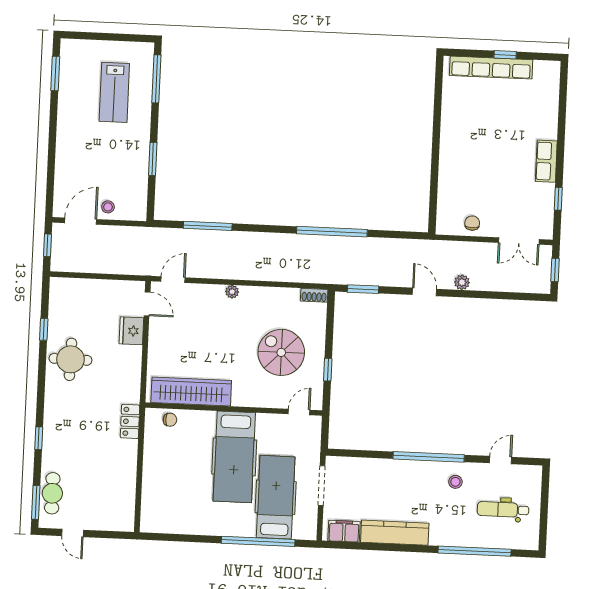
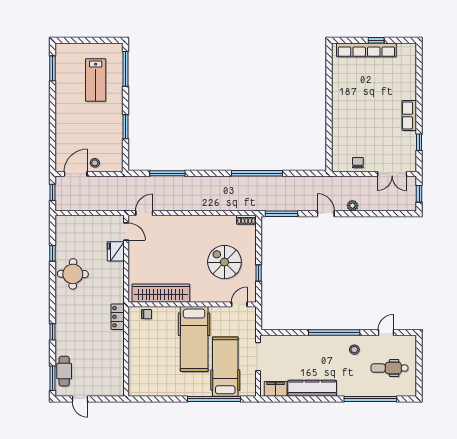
window: (363, 289) -> (281, 214), width x1.44
plant: (232, 292) -> (187, 220), removed

